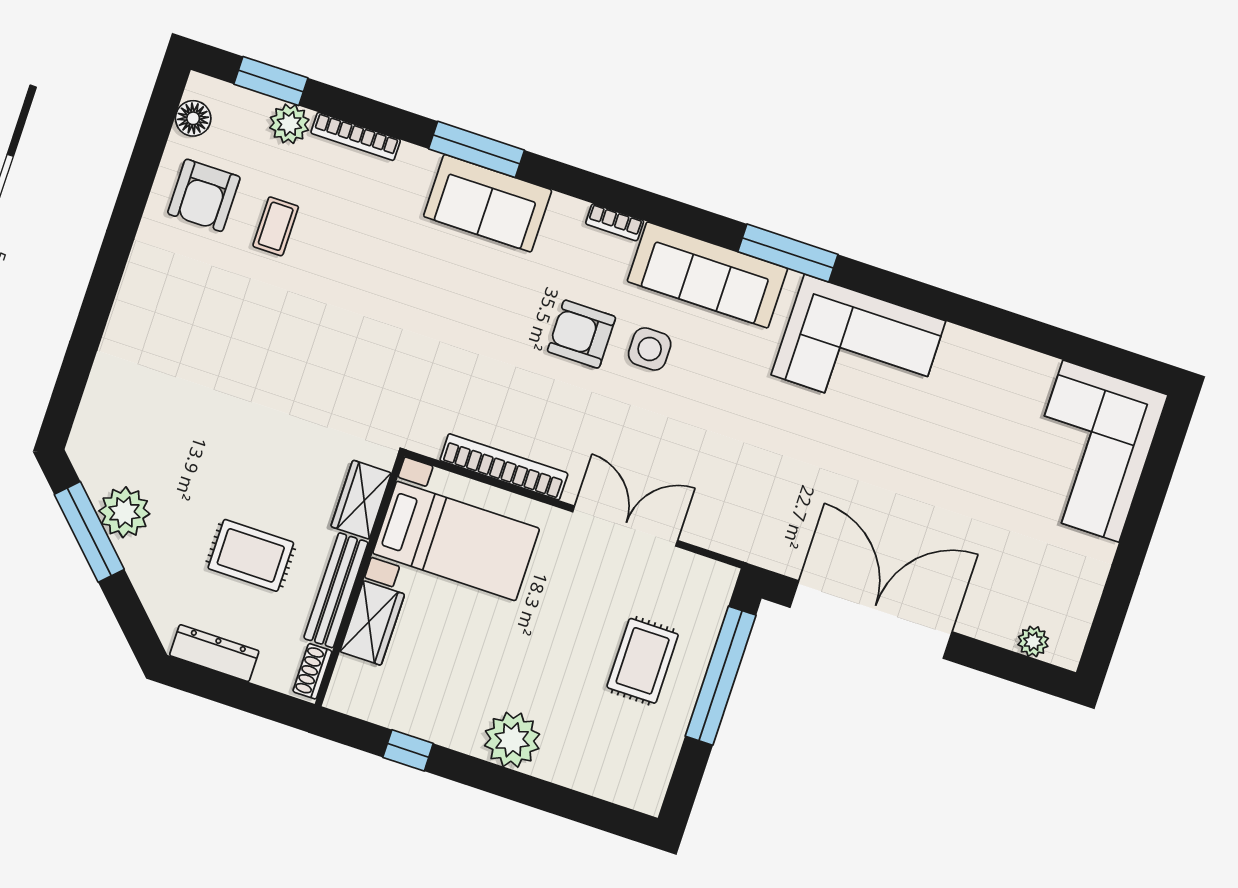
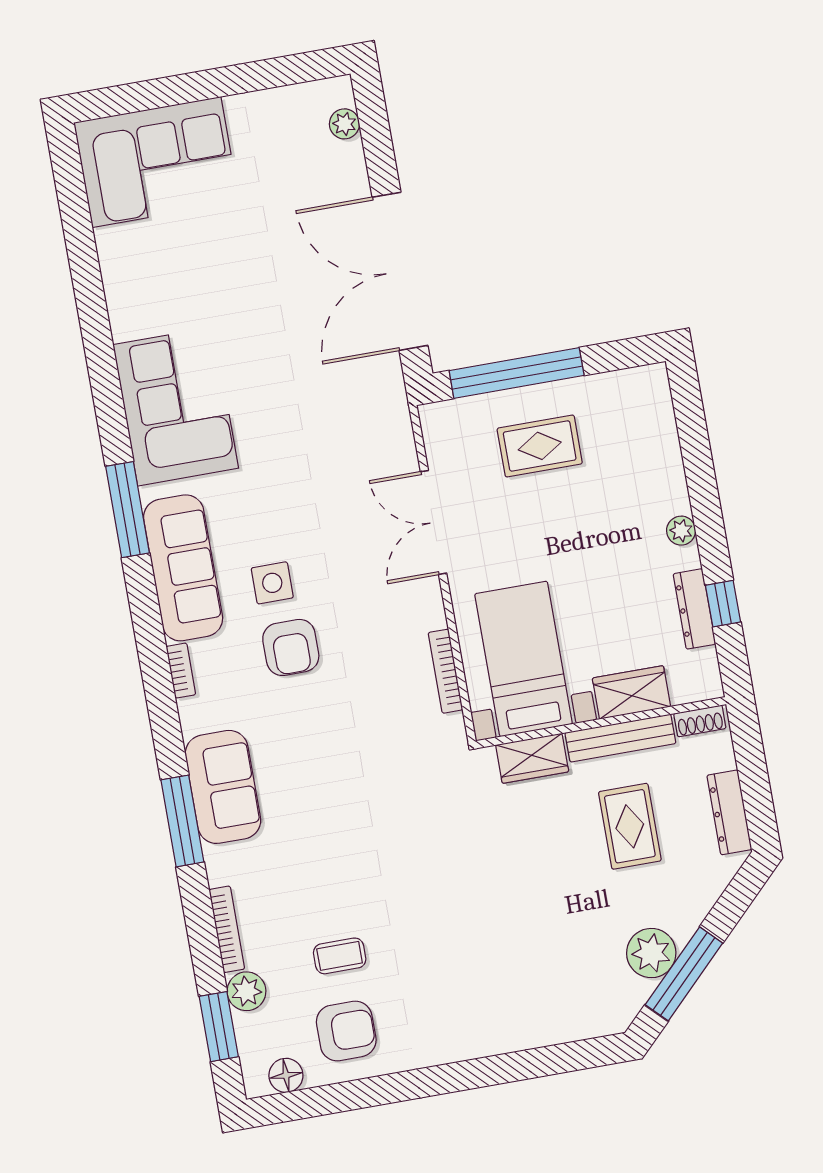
bookcase: (504, 467) -> (446, 671), width x0.68, depth x0.76
dresser: (417, 722) -> (694, 609), added
plant: (512, 740) -> (681, 531), width x0.53, depth x0.53

